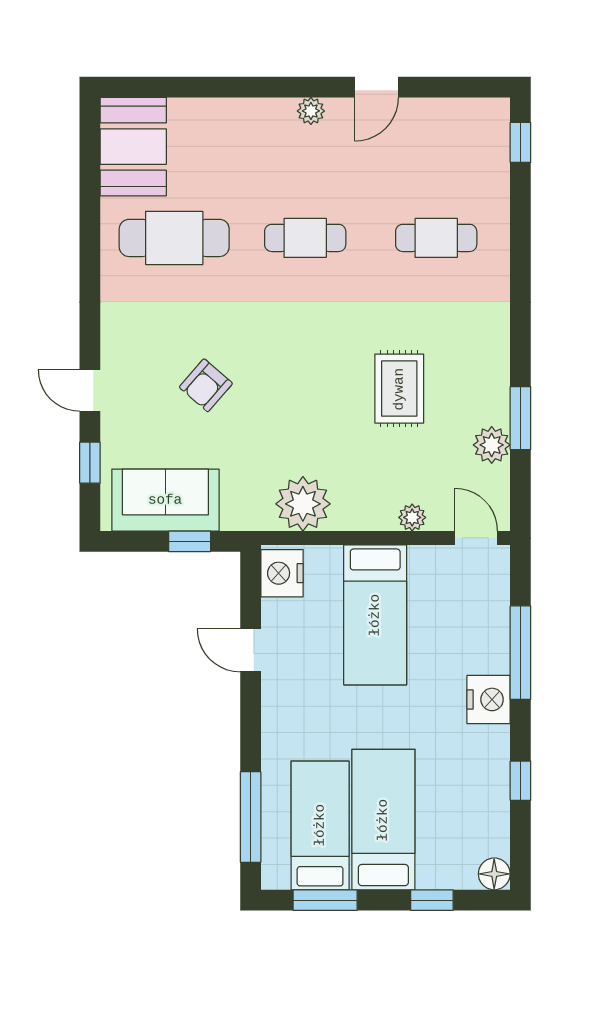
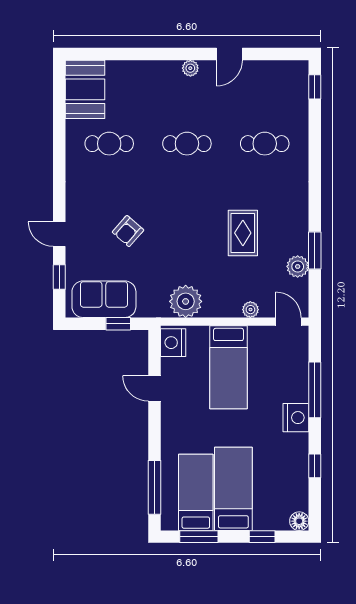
cafe table: (174, 238) -> (109, 144), width x0.73, depth x0.74

